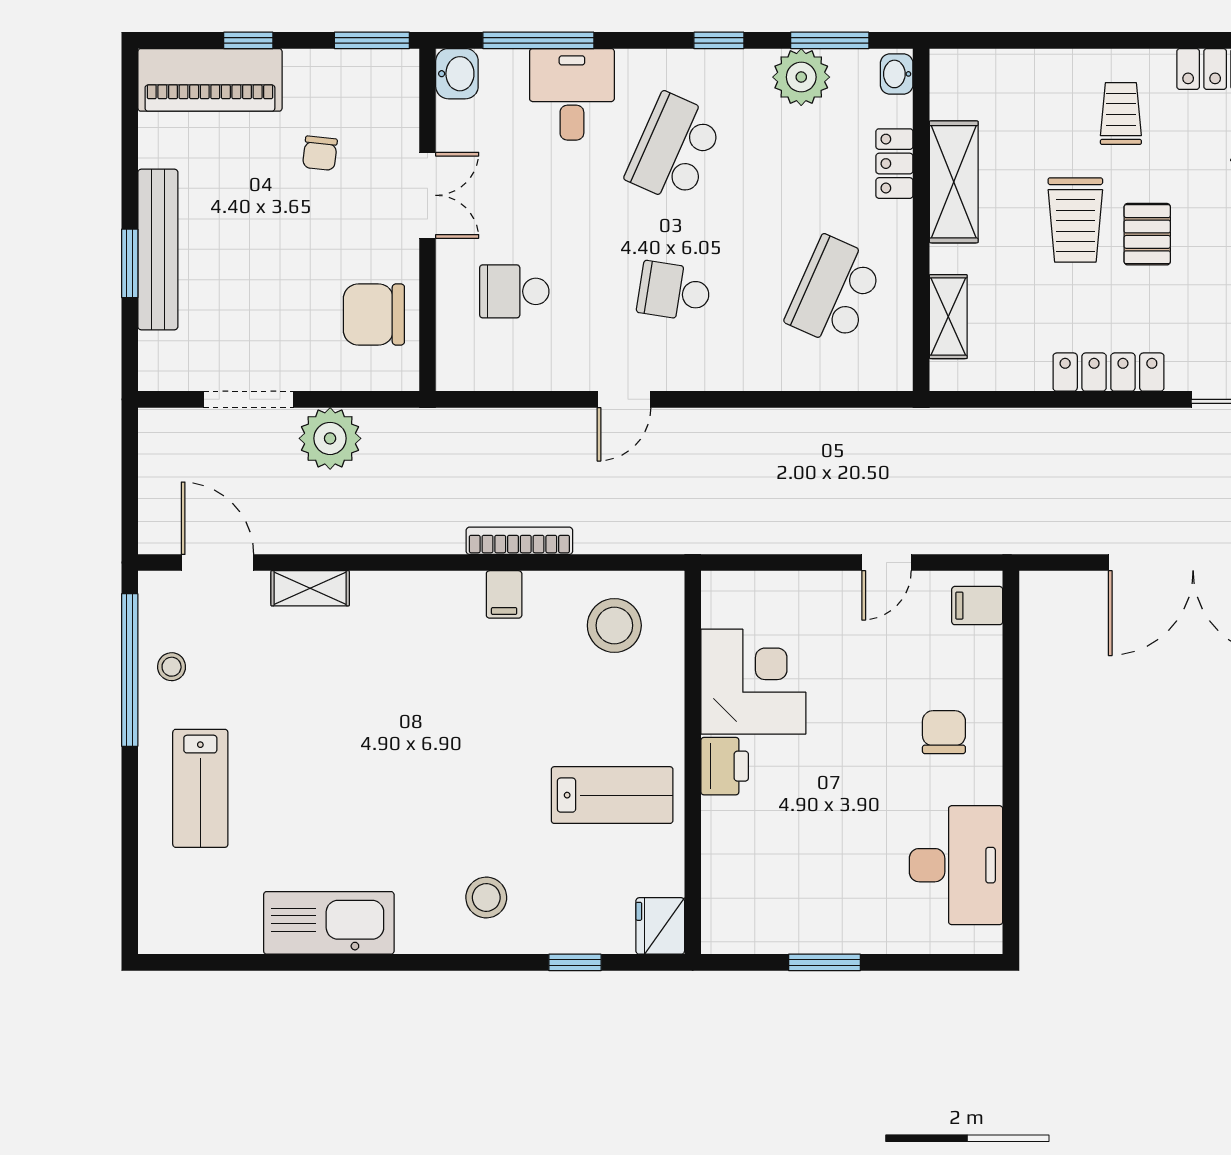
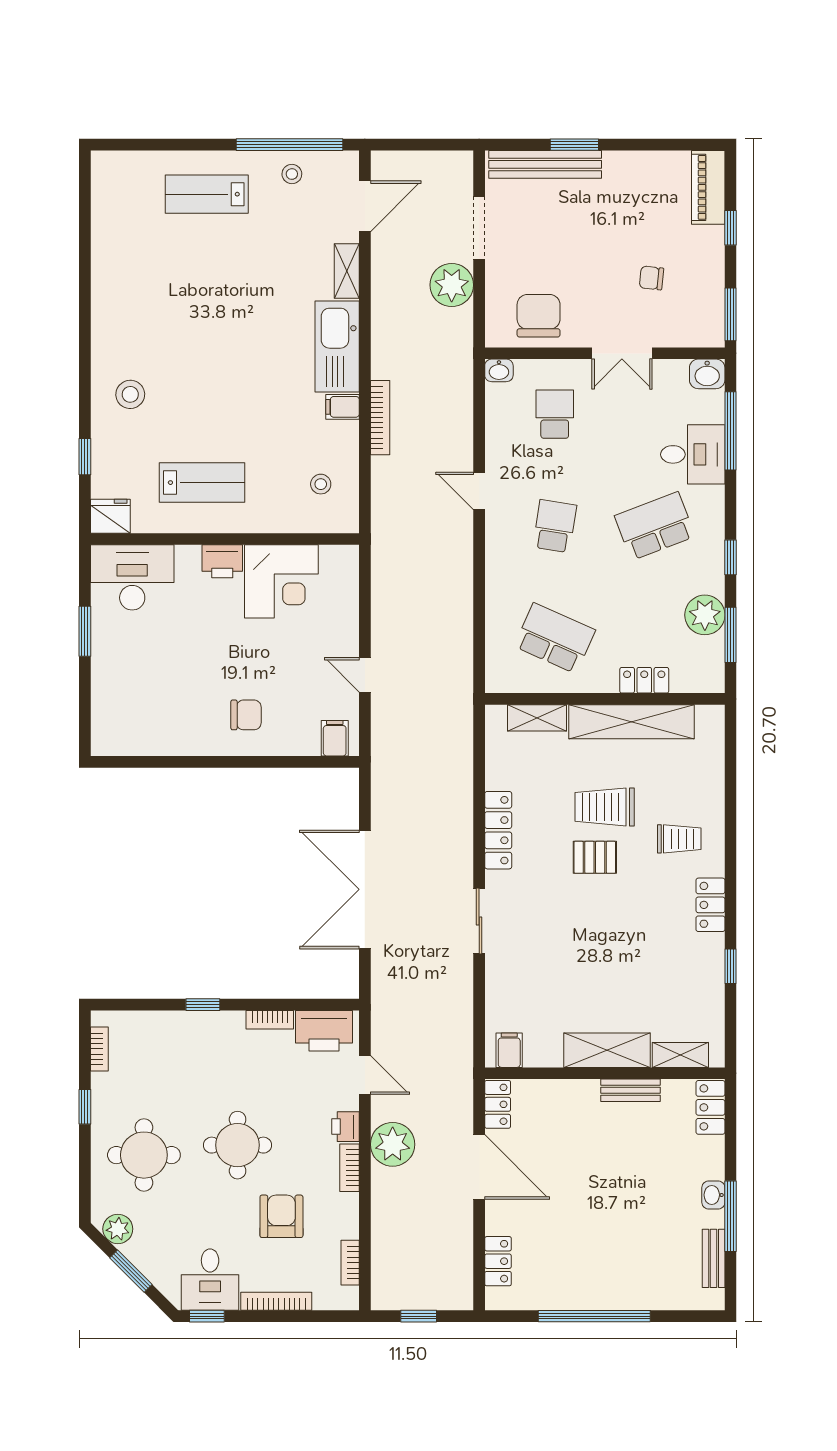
washbasin: (897, 74) -> (499, 370), moved, turned 180
piano: (210, 80) -> (708, 187), width x0.73, depth x0.75
school desk: (674, 148) -> (655, 526), turned -45
shelving: (954, 182) -> (631, 722), width x1.47
bench: (158, 249) -> (545, 164), moved
stool: (614, 625) -> (321, 484), width x0.53, depth x0.53
lab bench: (612, 795) -> (202, 483), turned -90
desk: (956, 865) -> (132, 577), moved, turned 180
kitchen sink: (329, 923) -> (337, 346), moved, turned 180

